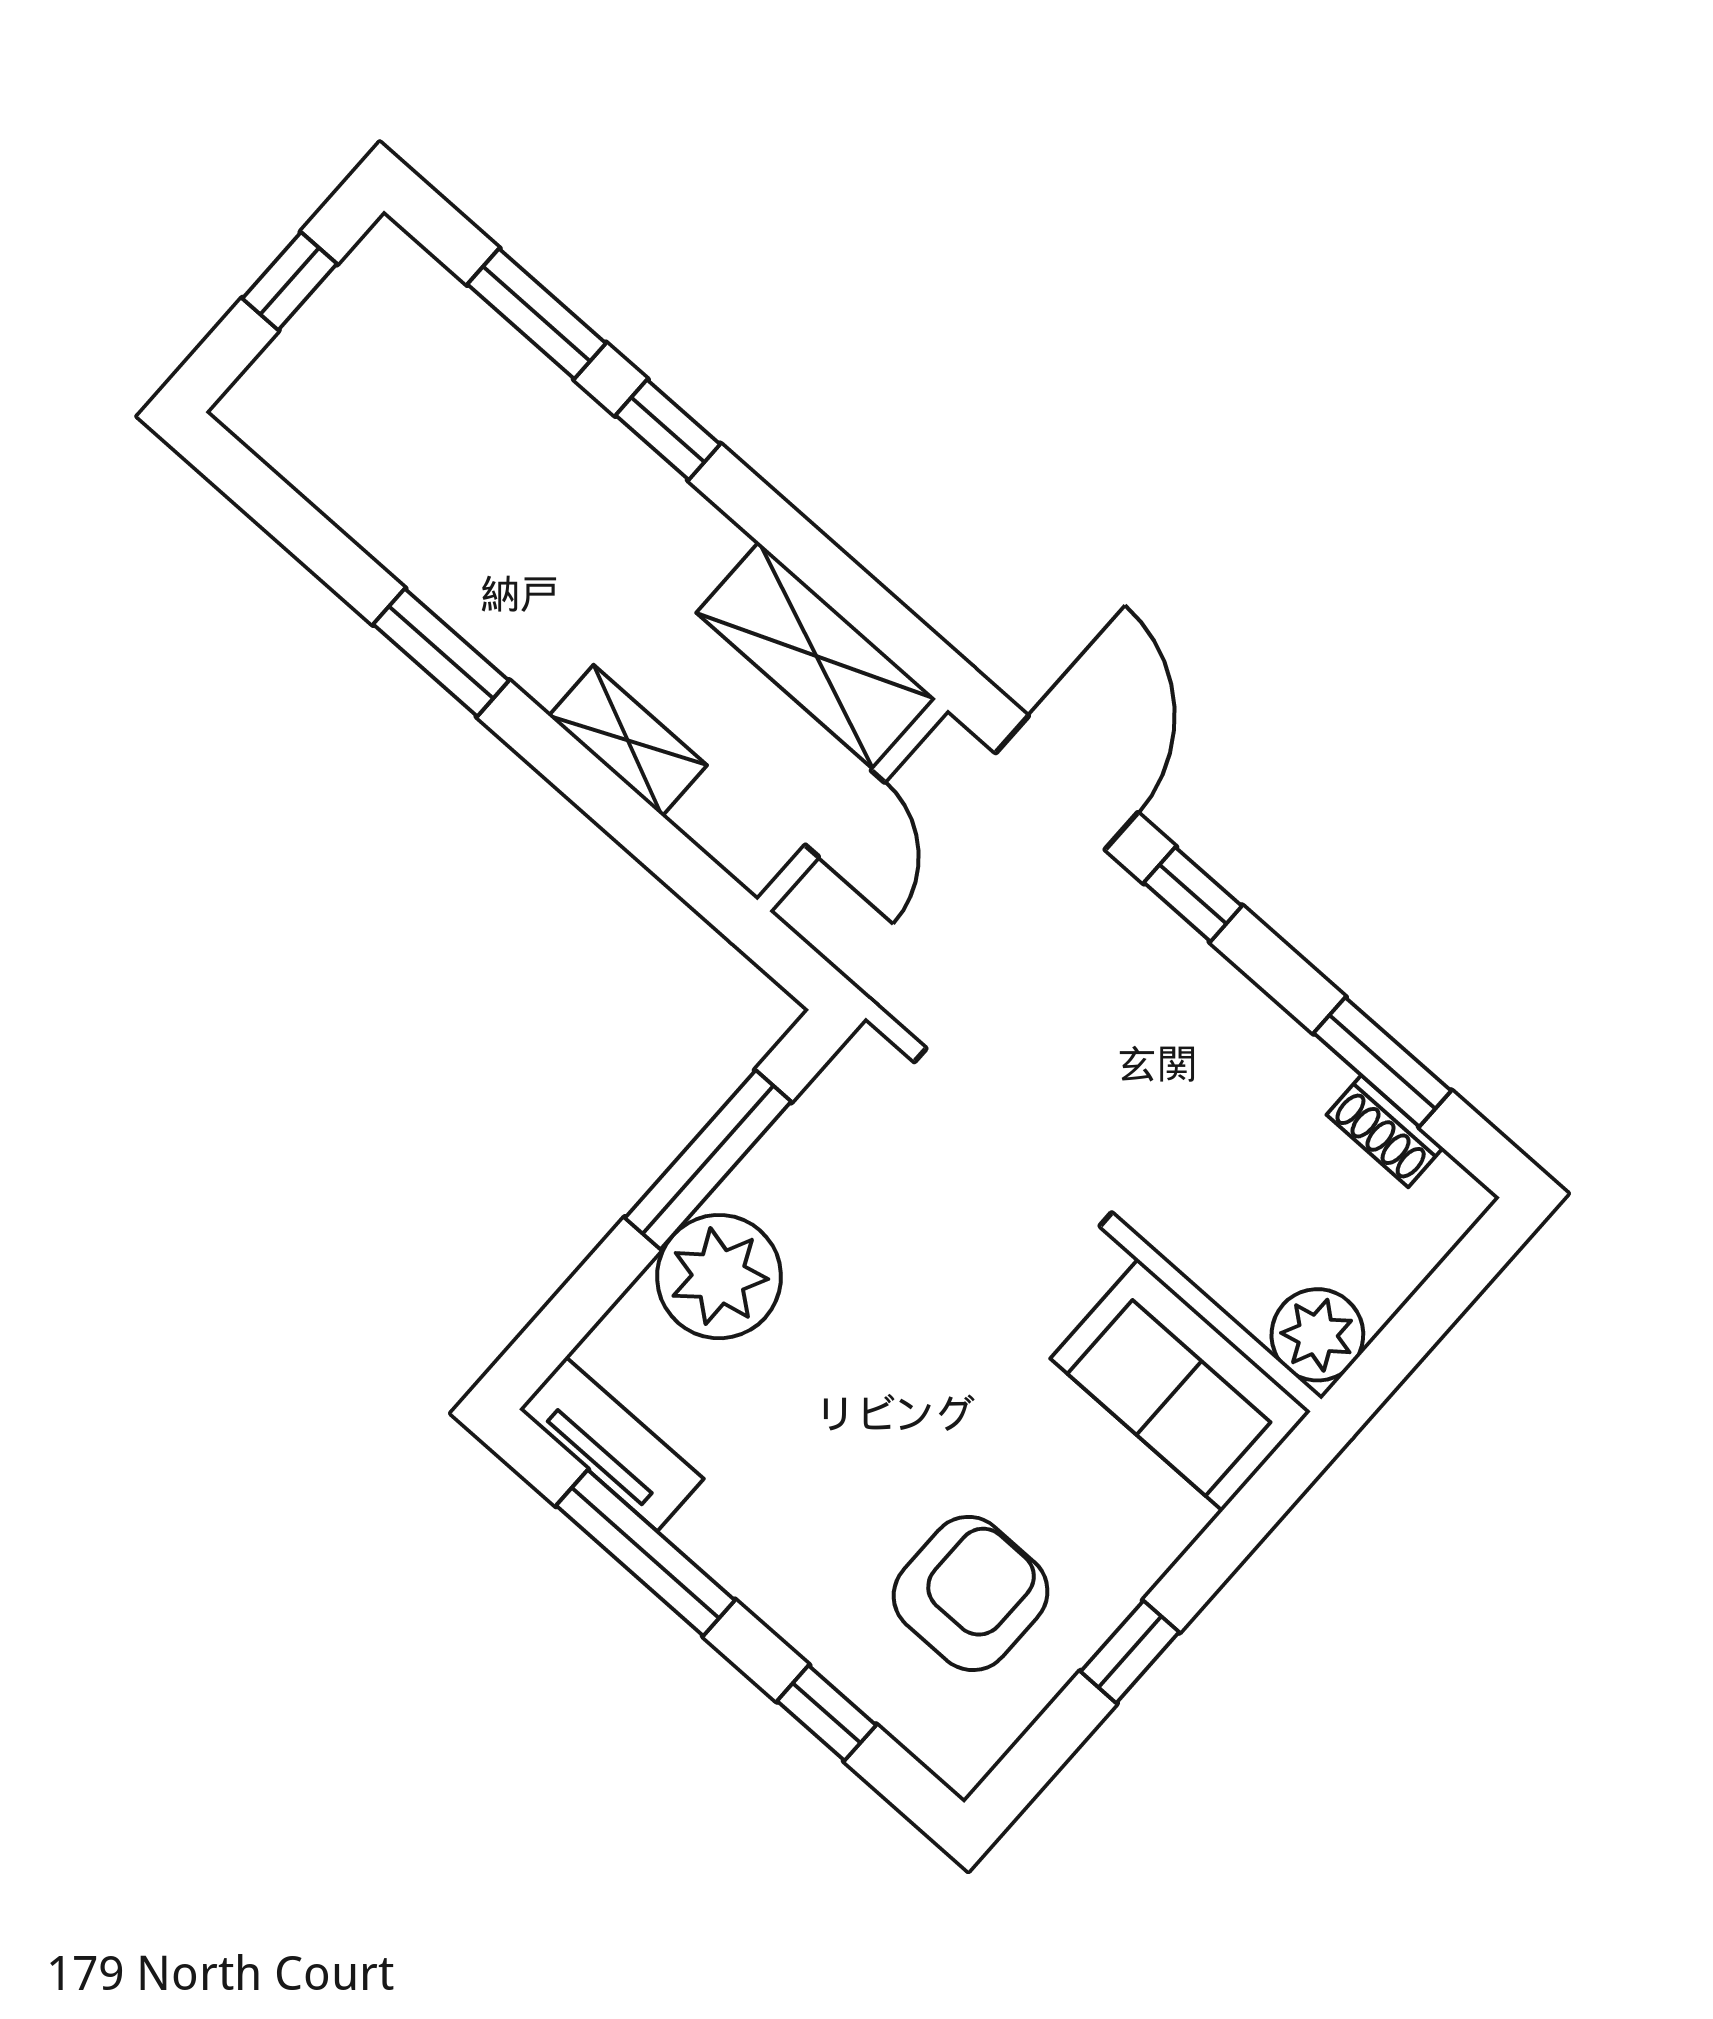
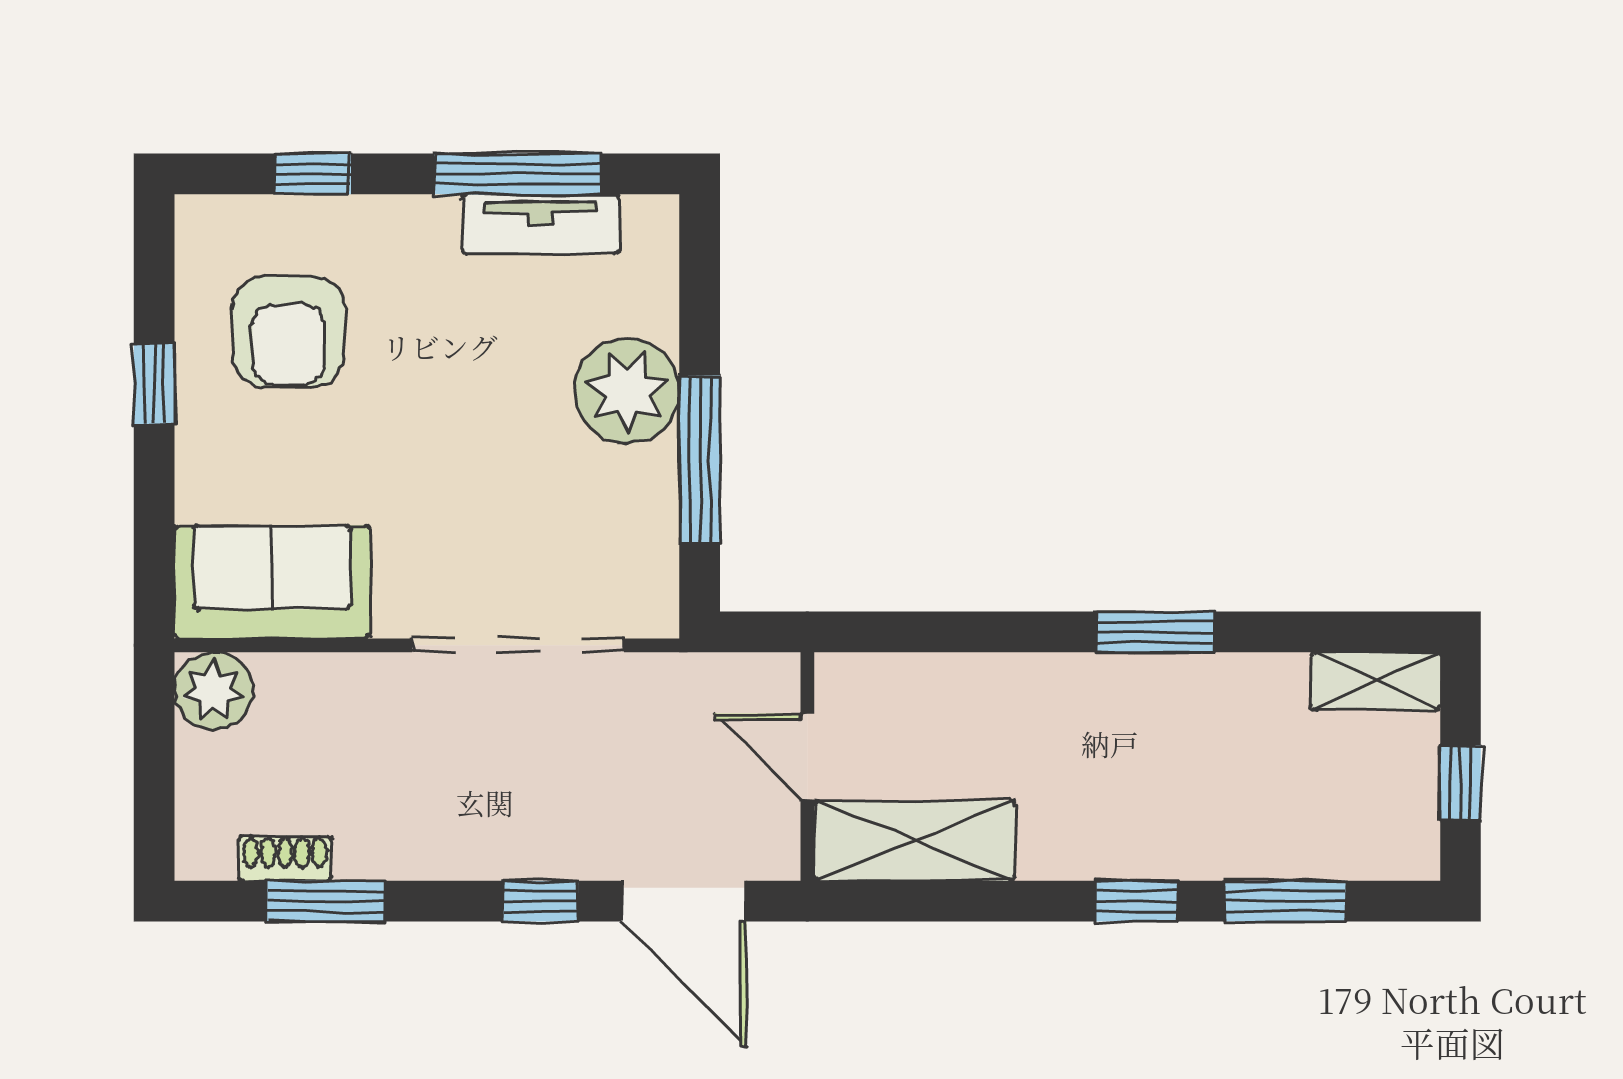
shelving: (628, 740) -> (1376, 681), moved
tv unit: (611, 1444) -> (541, 224), moved

